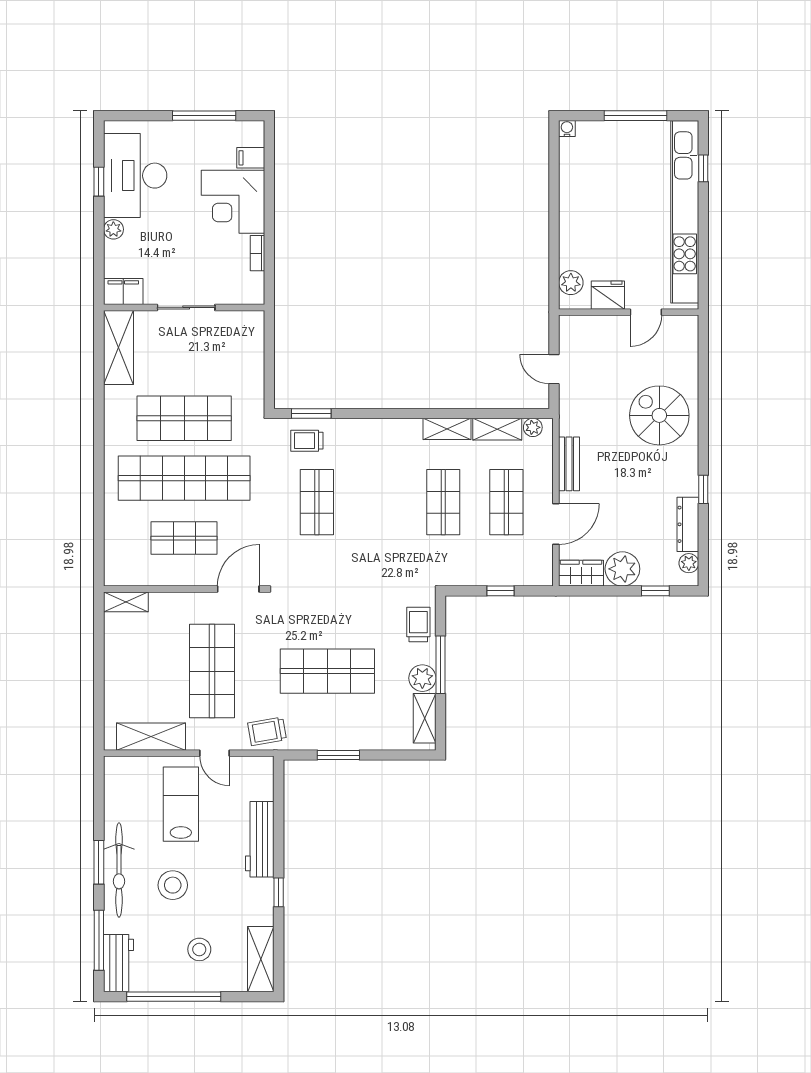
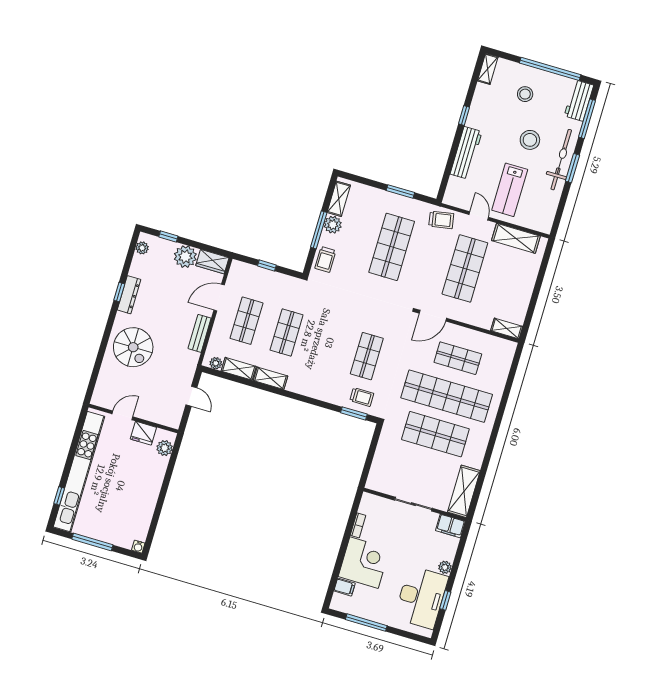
dresser: (688, 524) -> (129, 295), moved
shop shelf: (327, 671) -> (392, 247), turned 90
shelving: (261, 959) -> (488, 69), width x0.67, depth x0.75

